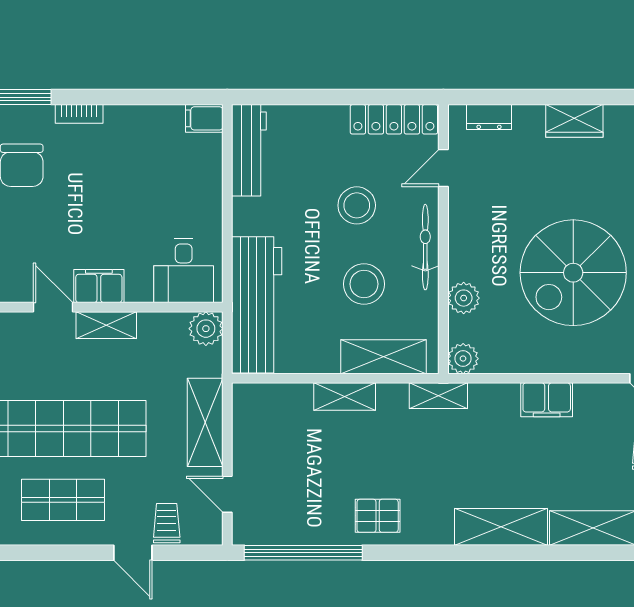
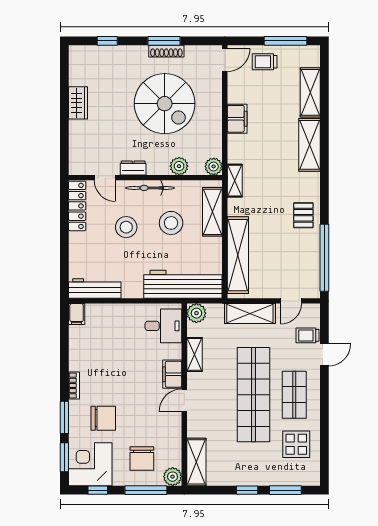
dresser: (489, 117) -> (133, 168), moved, turned -90
shelving: (106, 325) -> (194, 354), moved
shelving: (345, 396) -> (238, 255), width x2.20, depth x1.33

